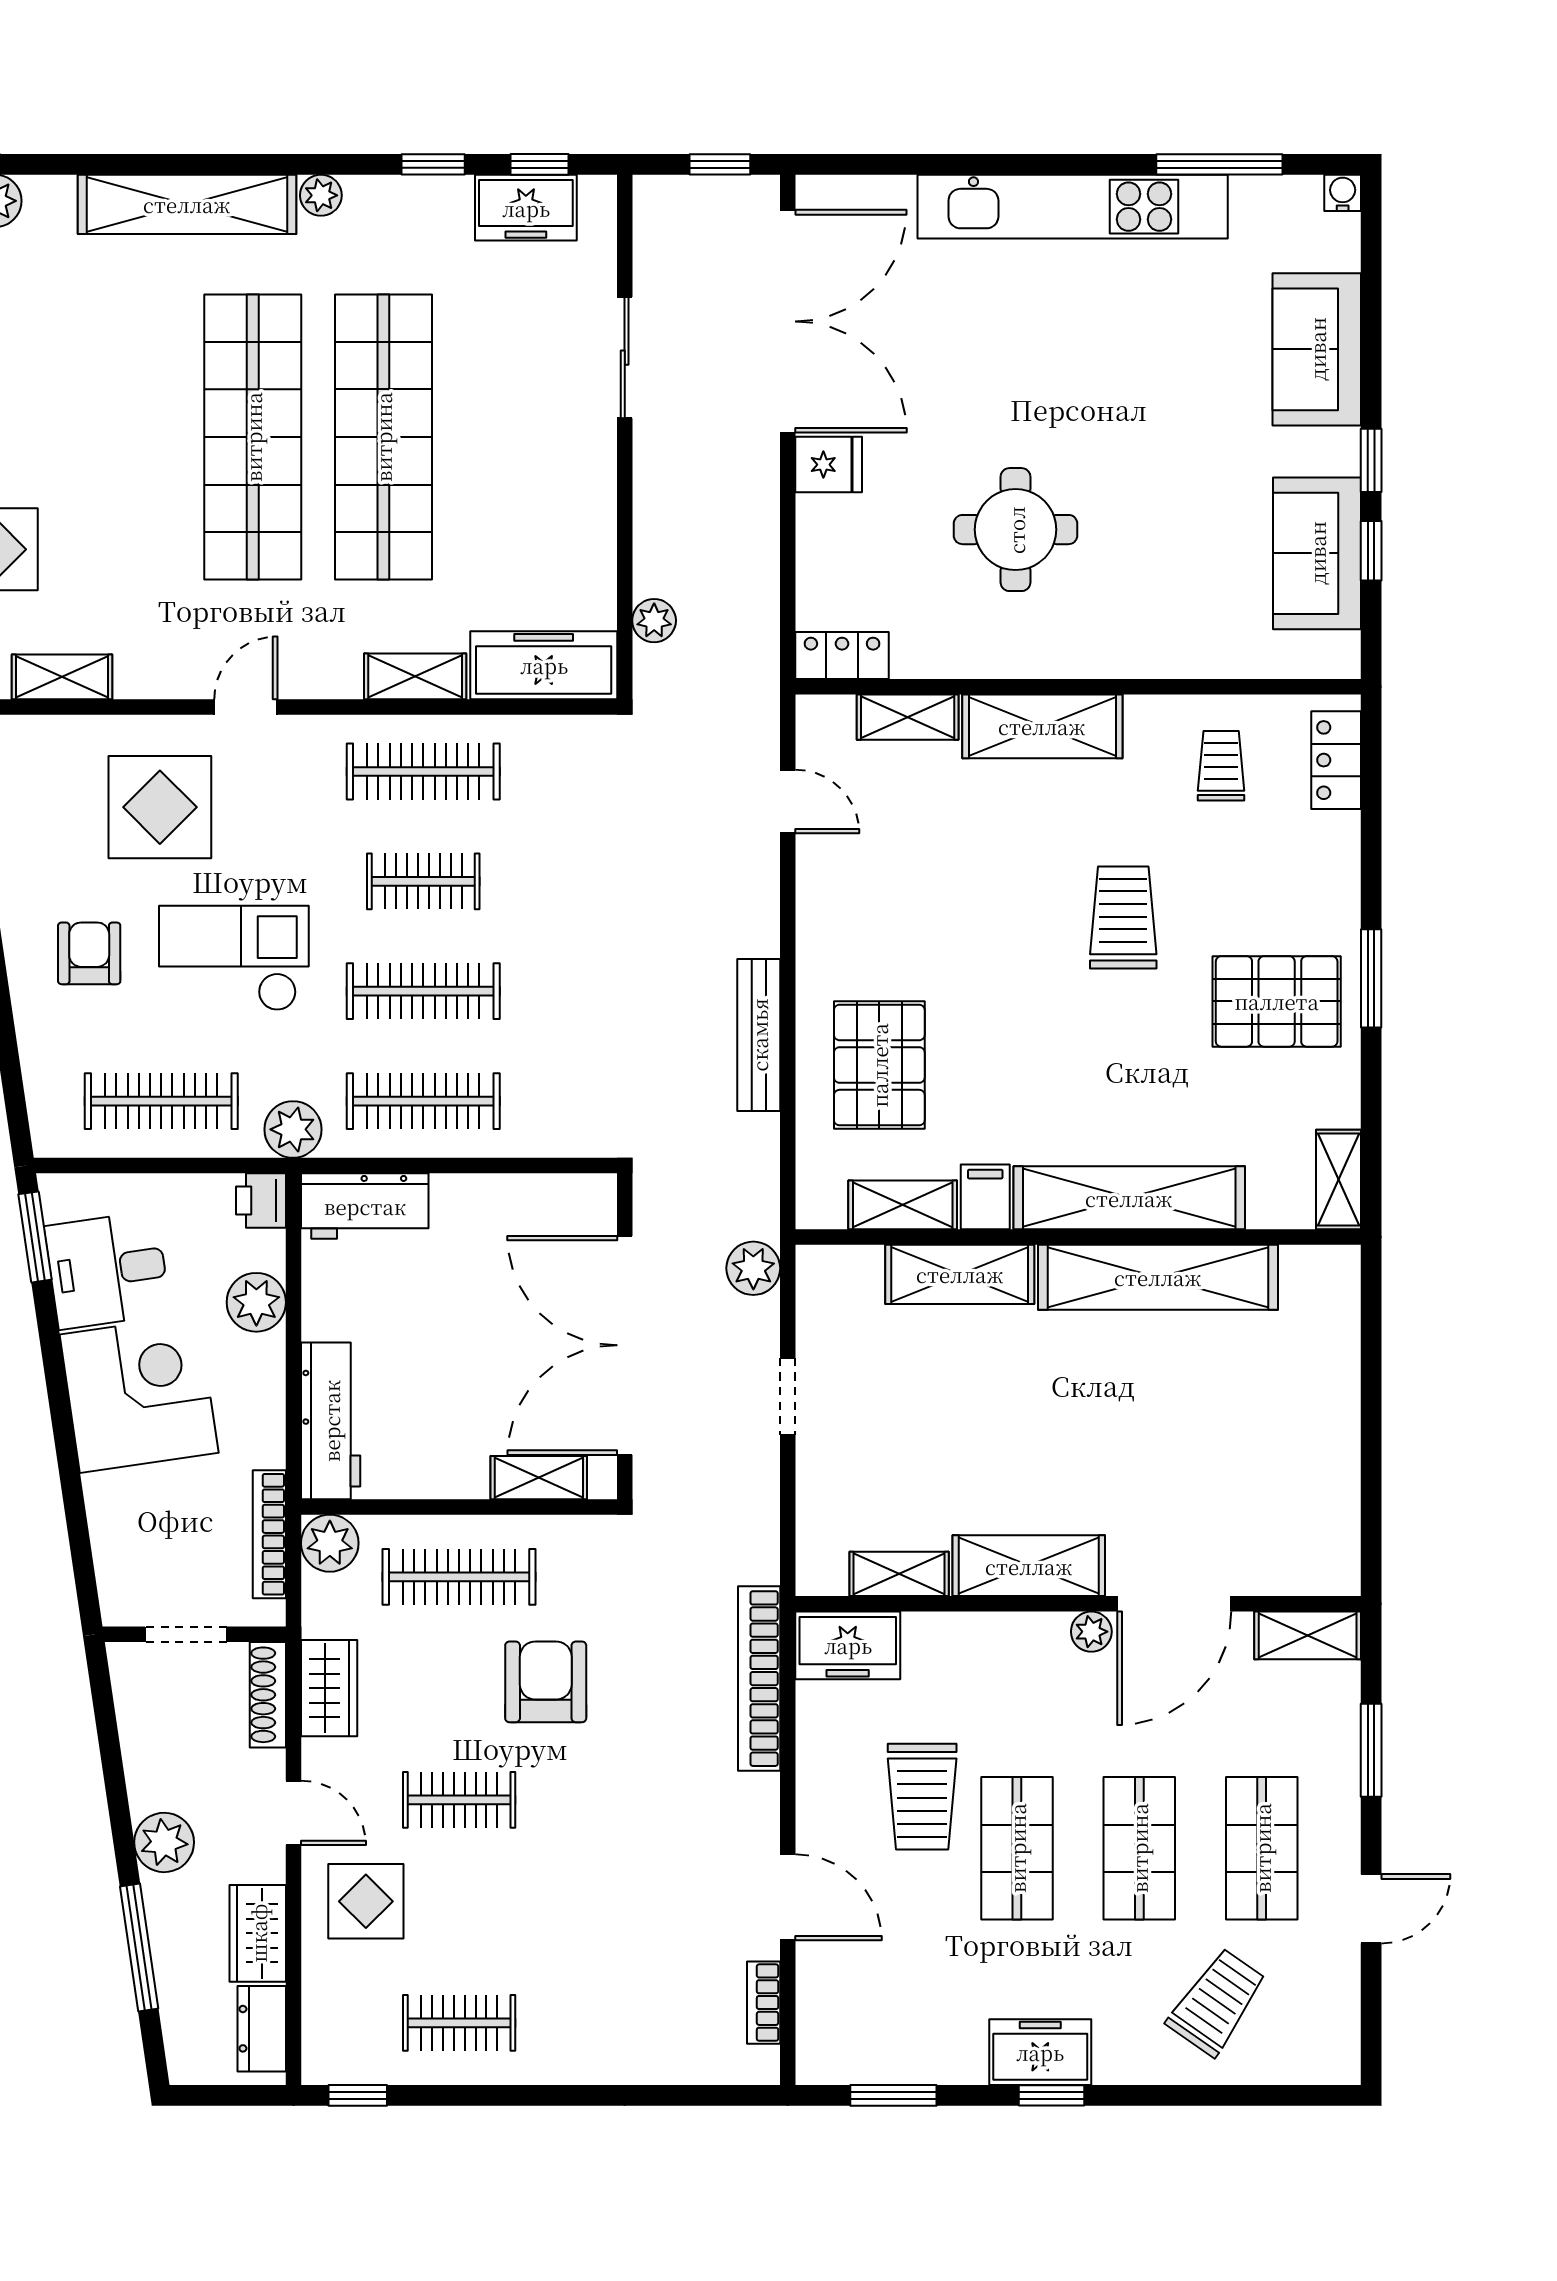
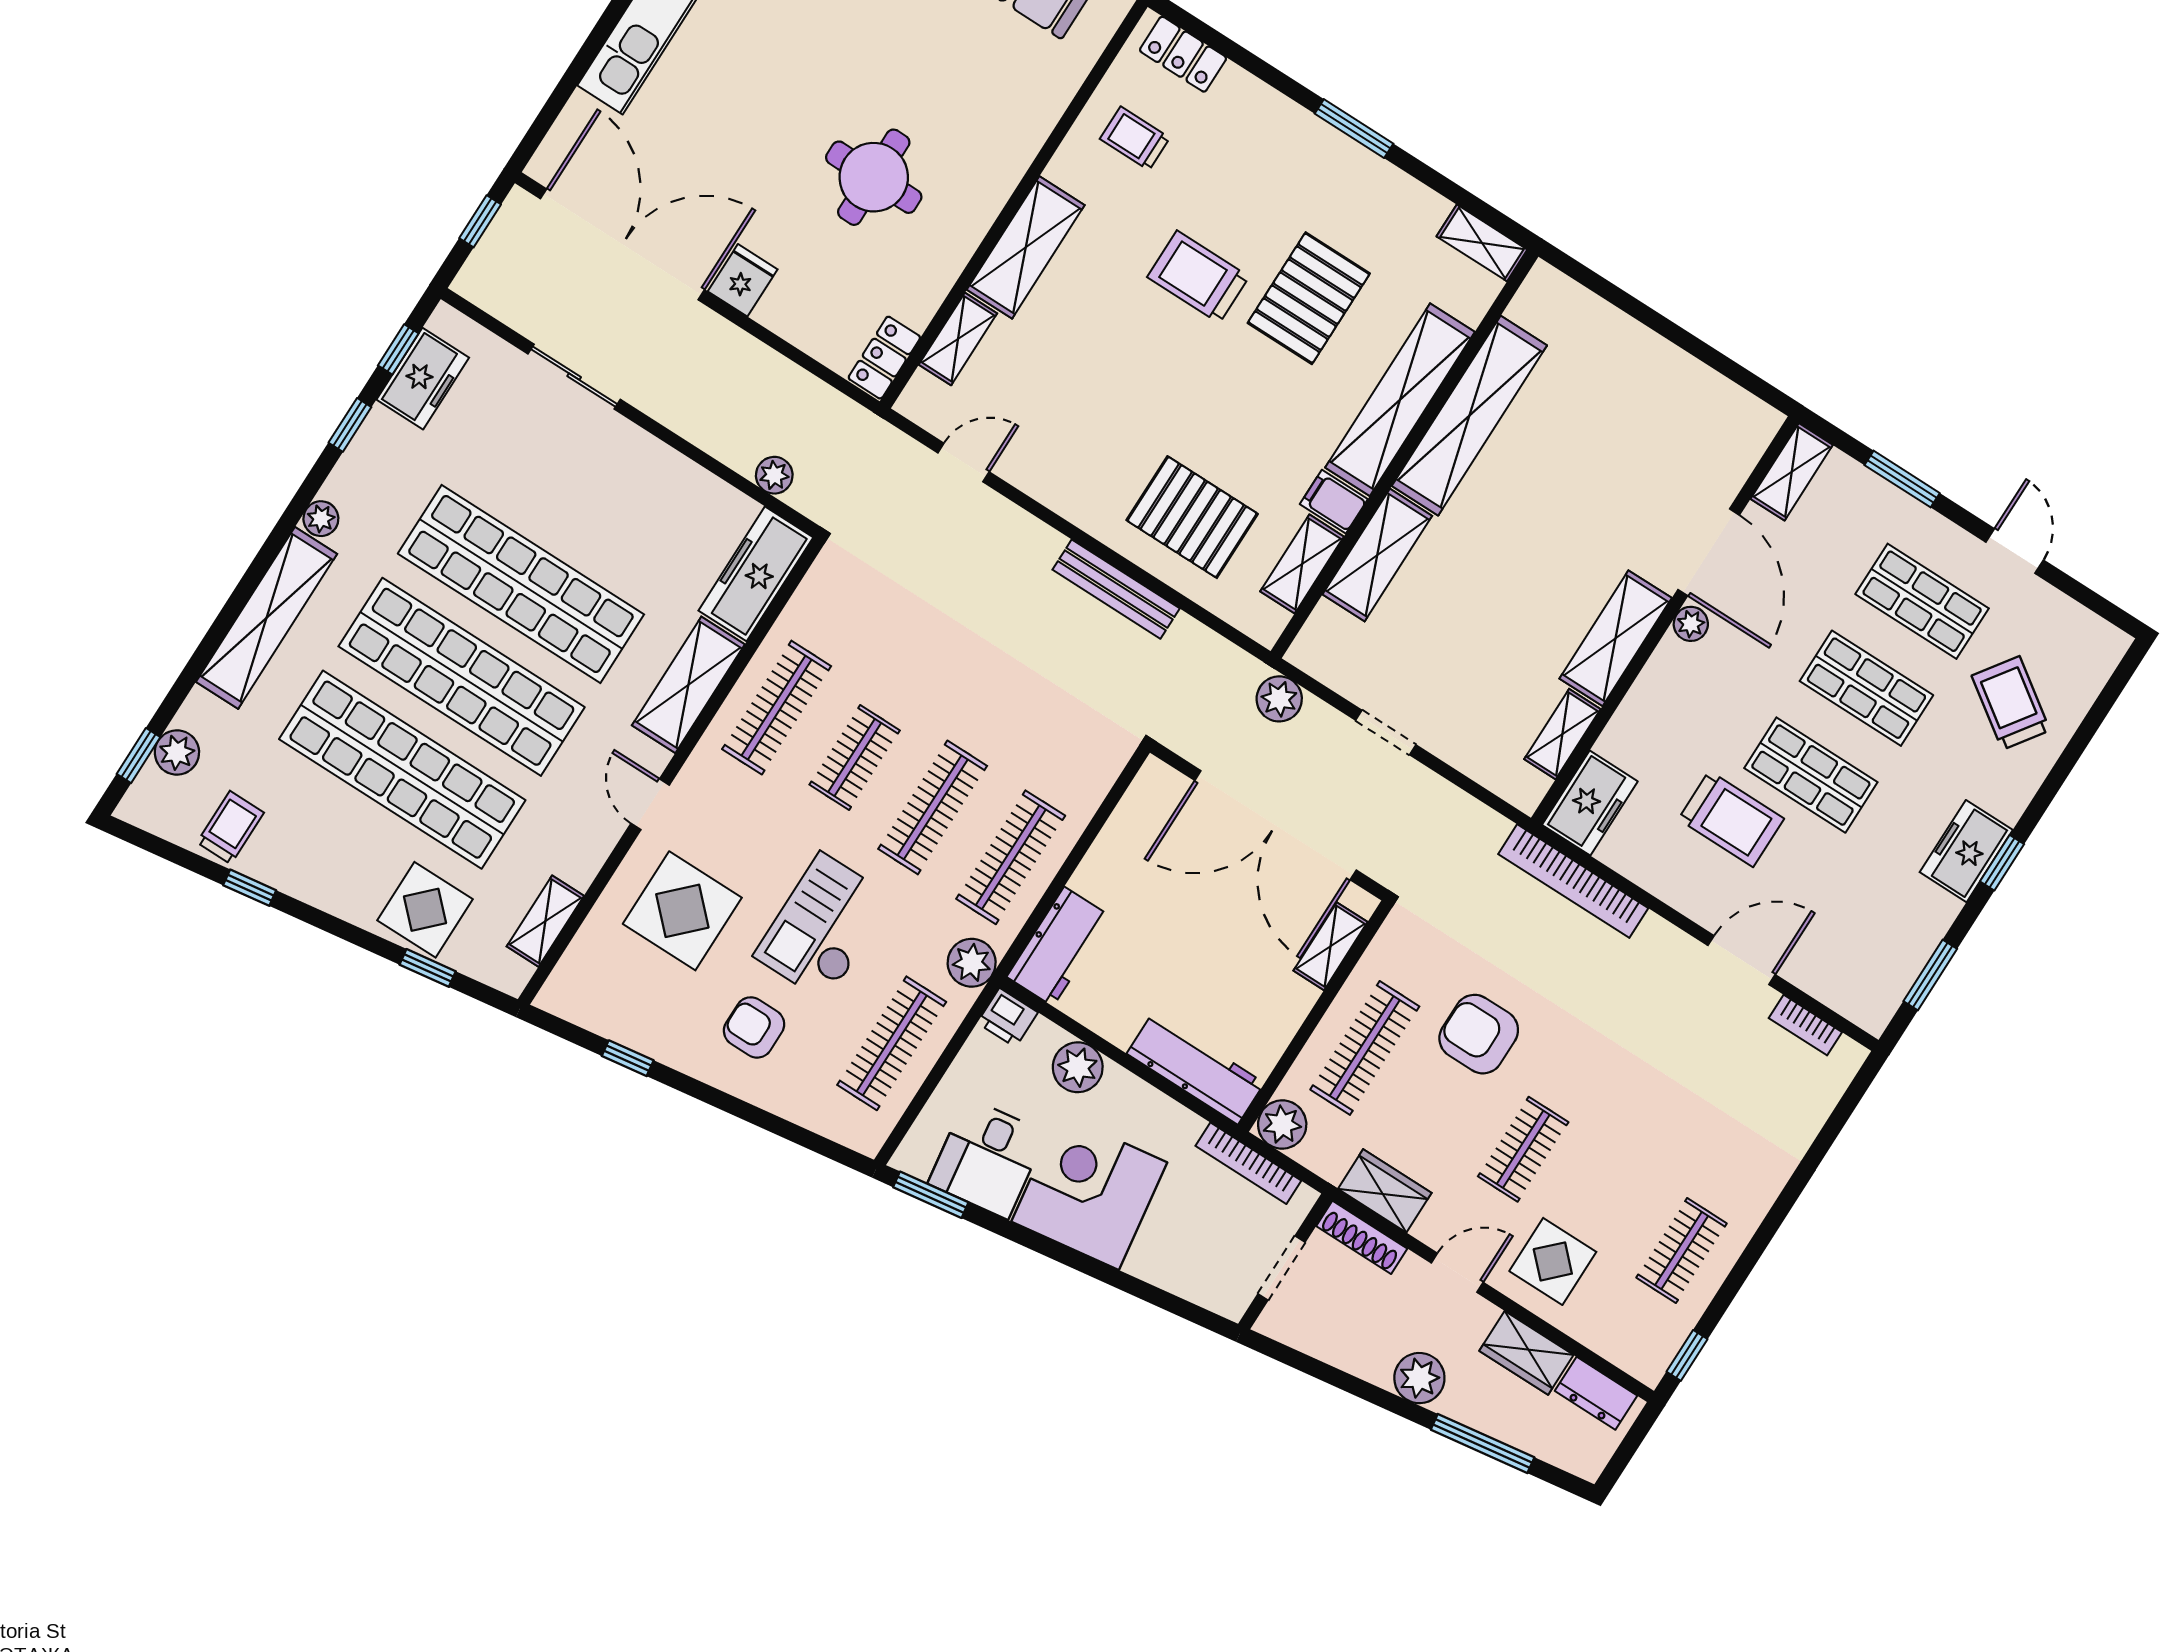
shop shelf: (122, 437) -> (402, 770), added
shelving: (415, 676) -> (688, 685), width x1.50, depth x1.33
pallet: (1277, 1001) -> (1309, 298), moved

